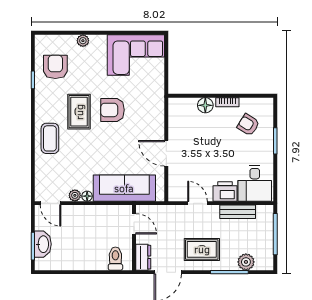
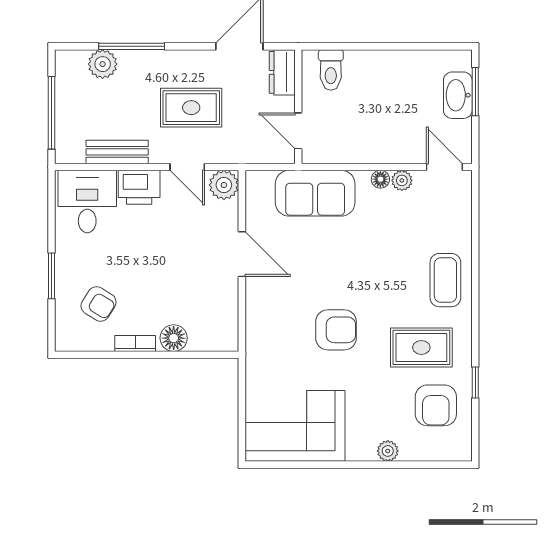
rug: (79, 112) -> (421, 347), moved, turned 90
sofa: (124, 188) -> (315, 193), width x0.73
plant: (177, 193) -> (224, 185), added
rug: (202, 249) -> (191, 108), moved

